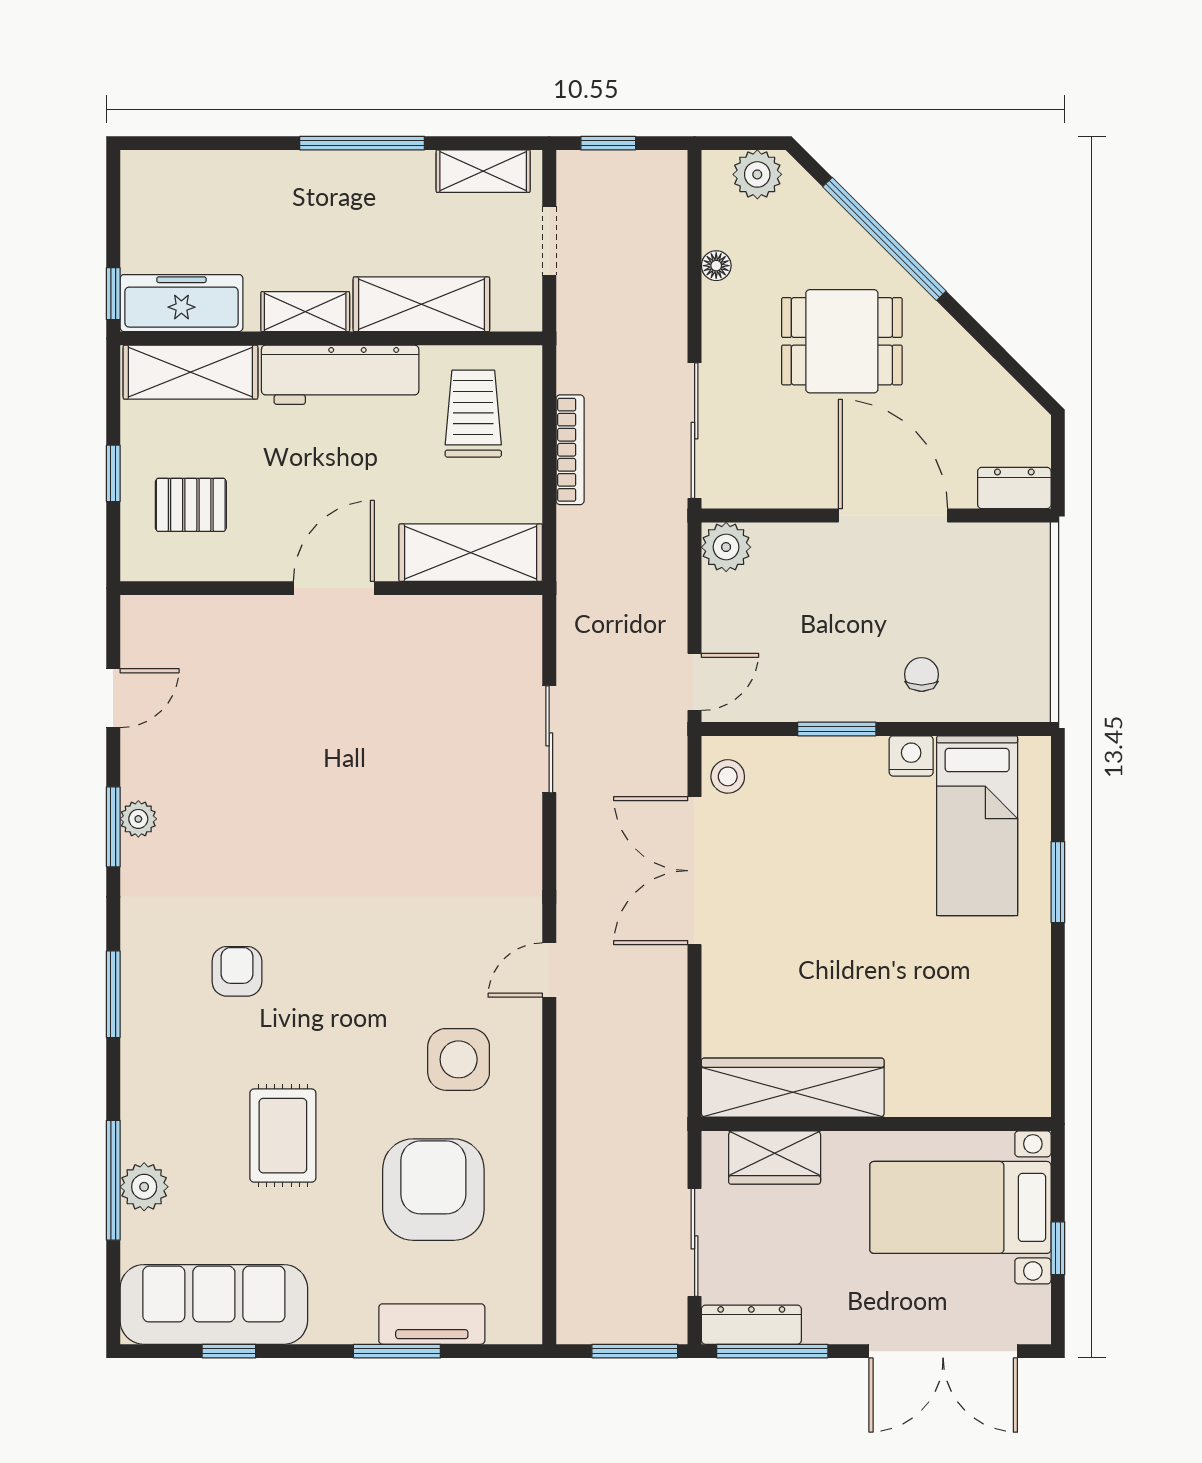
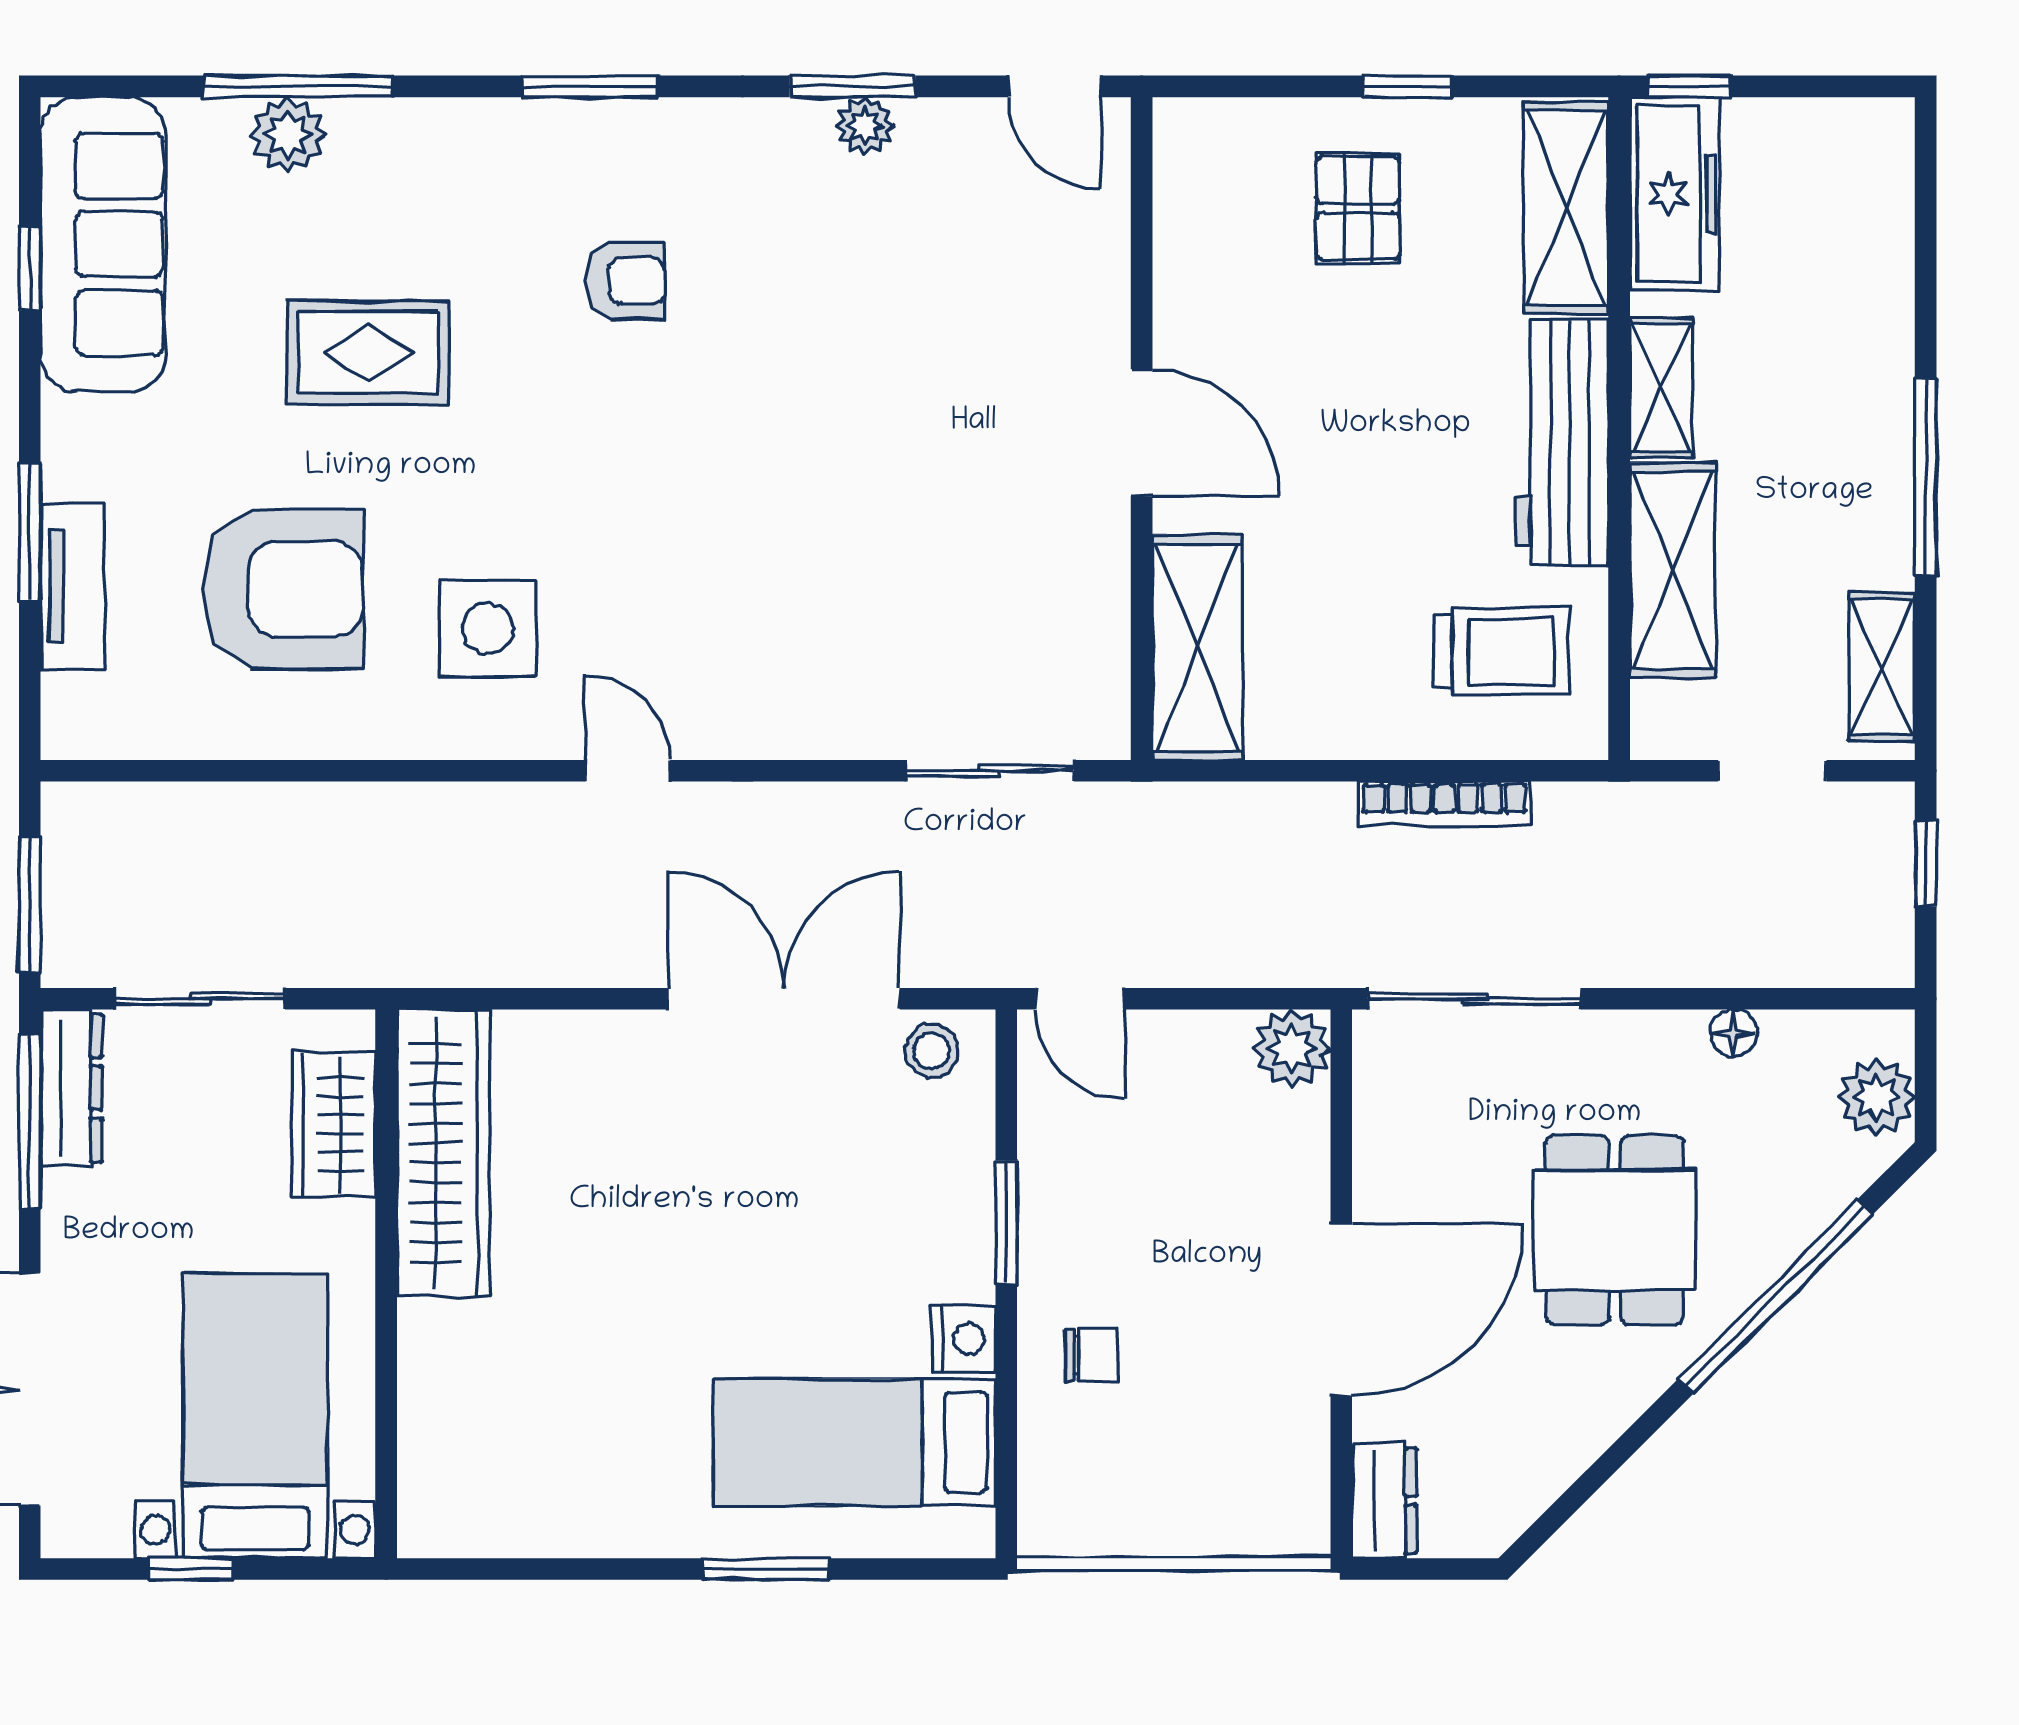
shelving: (471, 553) -> (1197, 647), moved
wall: (331, 588) -> (1142, 429), moved
door: (334, 588) -> (1142, 433), moved

